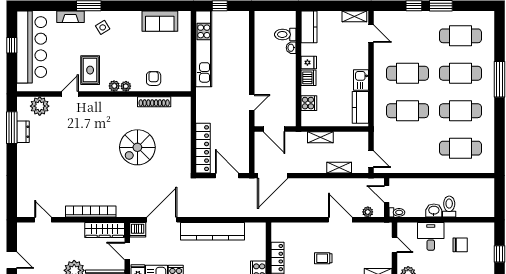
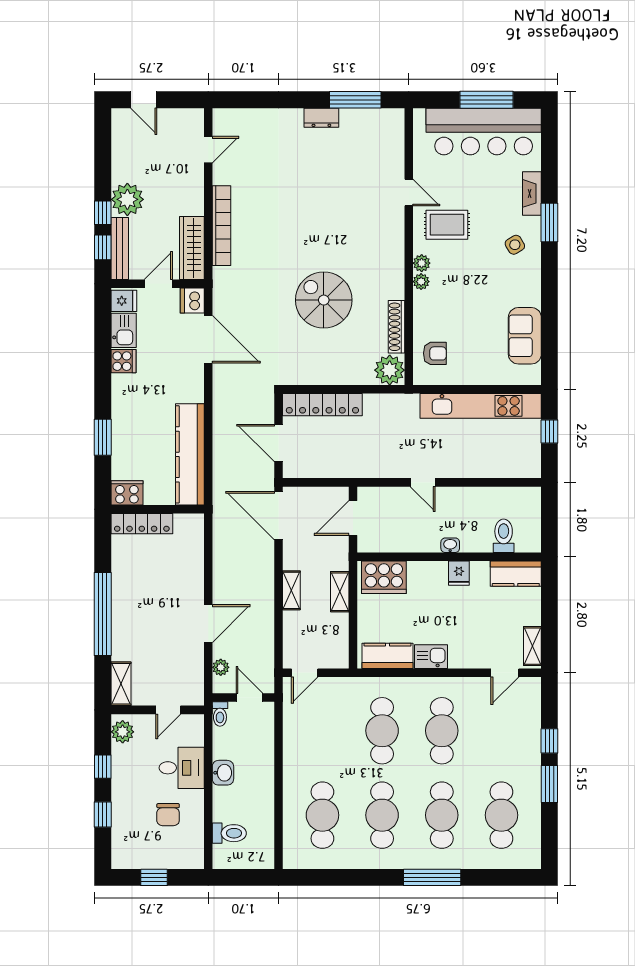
window: (12, 45) -> (486, 100), width x2.17
washbasin: (291, 48) -> (450, 545), moved
armchair: (154, 78) -> (435, 353), moved
dishwasher: (308, 78) -> (434, 573), removed
door: (252, 102) -> (423, 482), moved
cooker: (309, 103) -> (384, 577), width x1.87, depth x1.31
plant: (40, 106) -> (390, 370), moved
dresser: (23, 132) -> (321, 118), moved
shelving: (339, 168) -> (291, 590), moved
door: (227, 176) -> (279, 443), swing flipped
door: (387, 194) -> (249, 697), hinge flipped
toilet: (449, 207) -> (229, 833), moved
kitchen counter: (212, 231) -> (190, 454), moved
trolley: (323, 258) -> (147, 597), removed
door: (12, 260) -> (144, 100), hinge flipped

